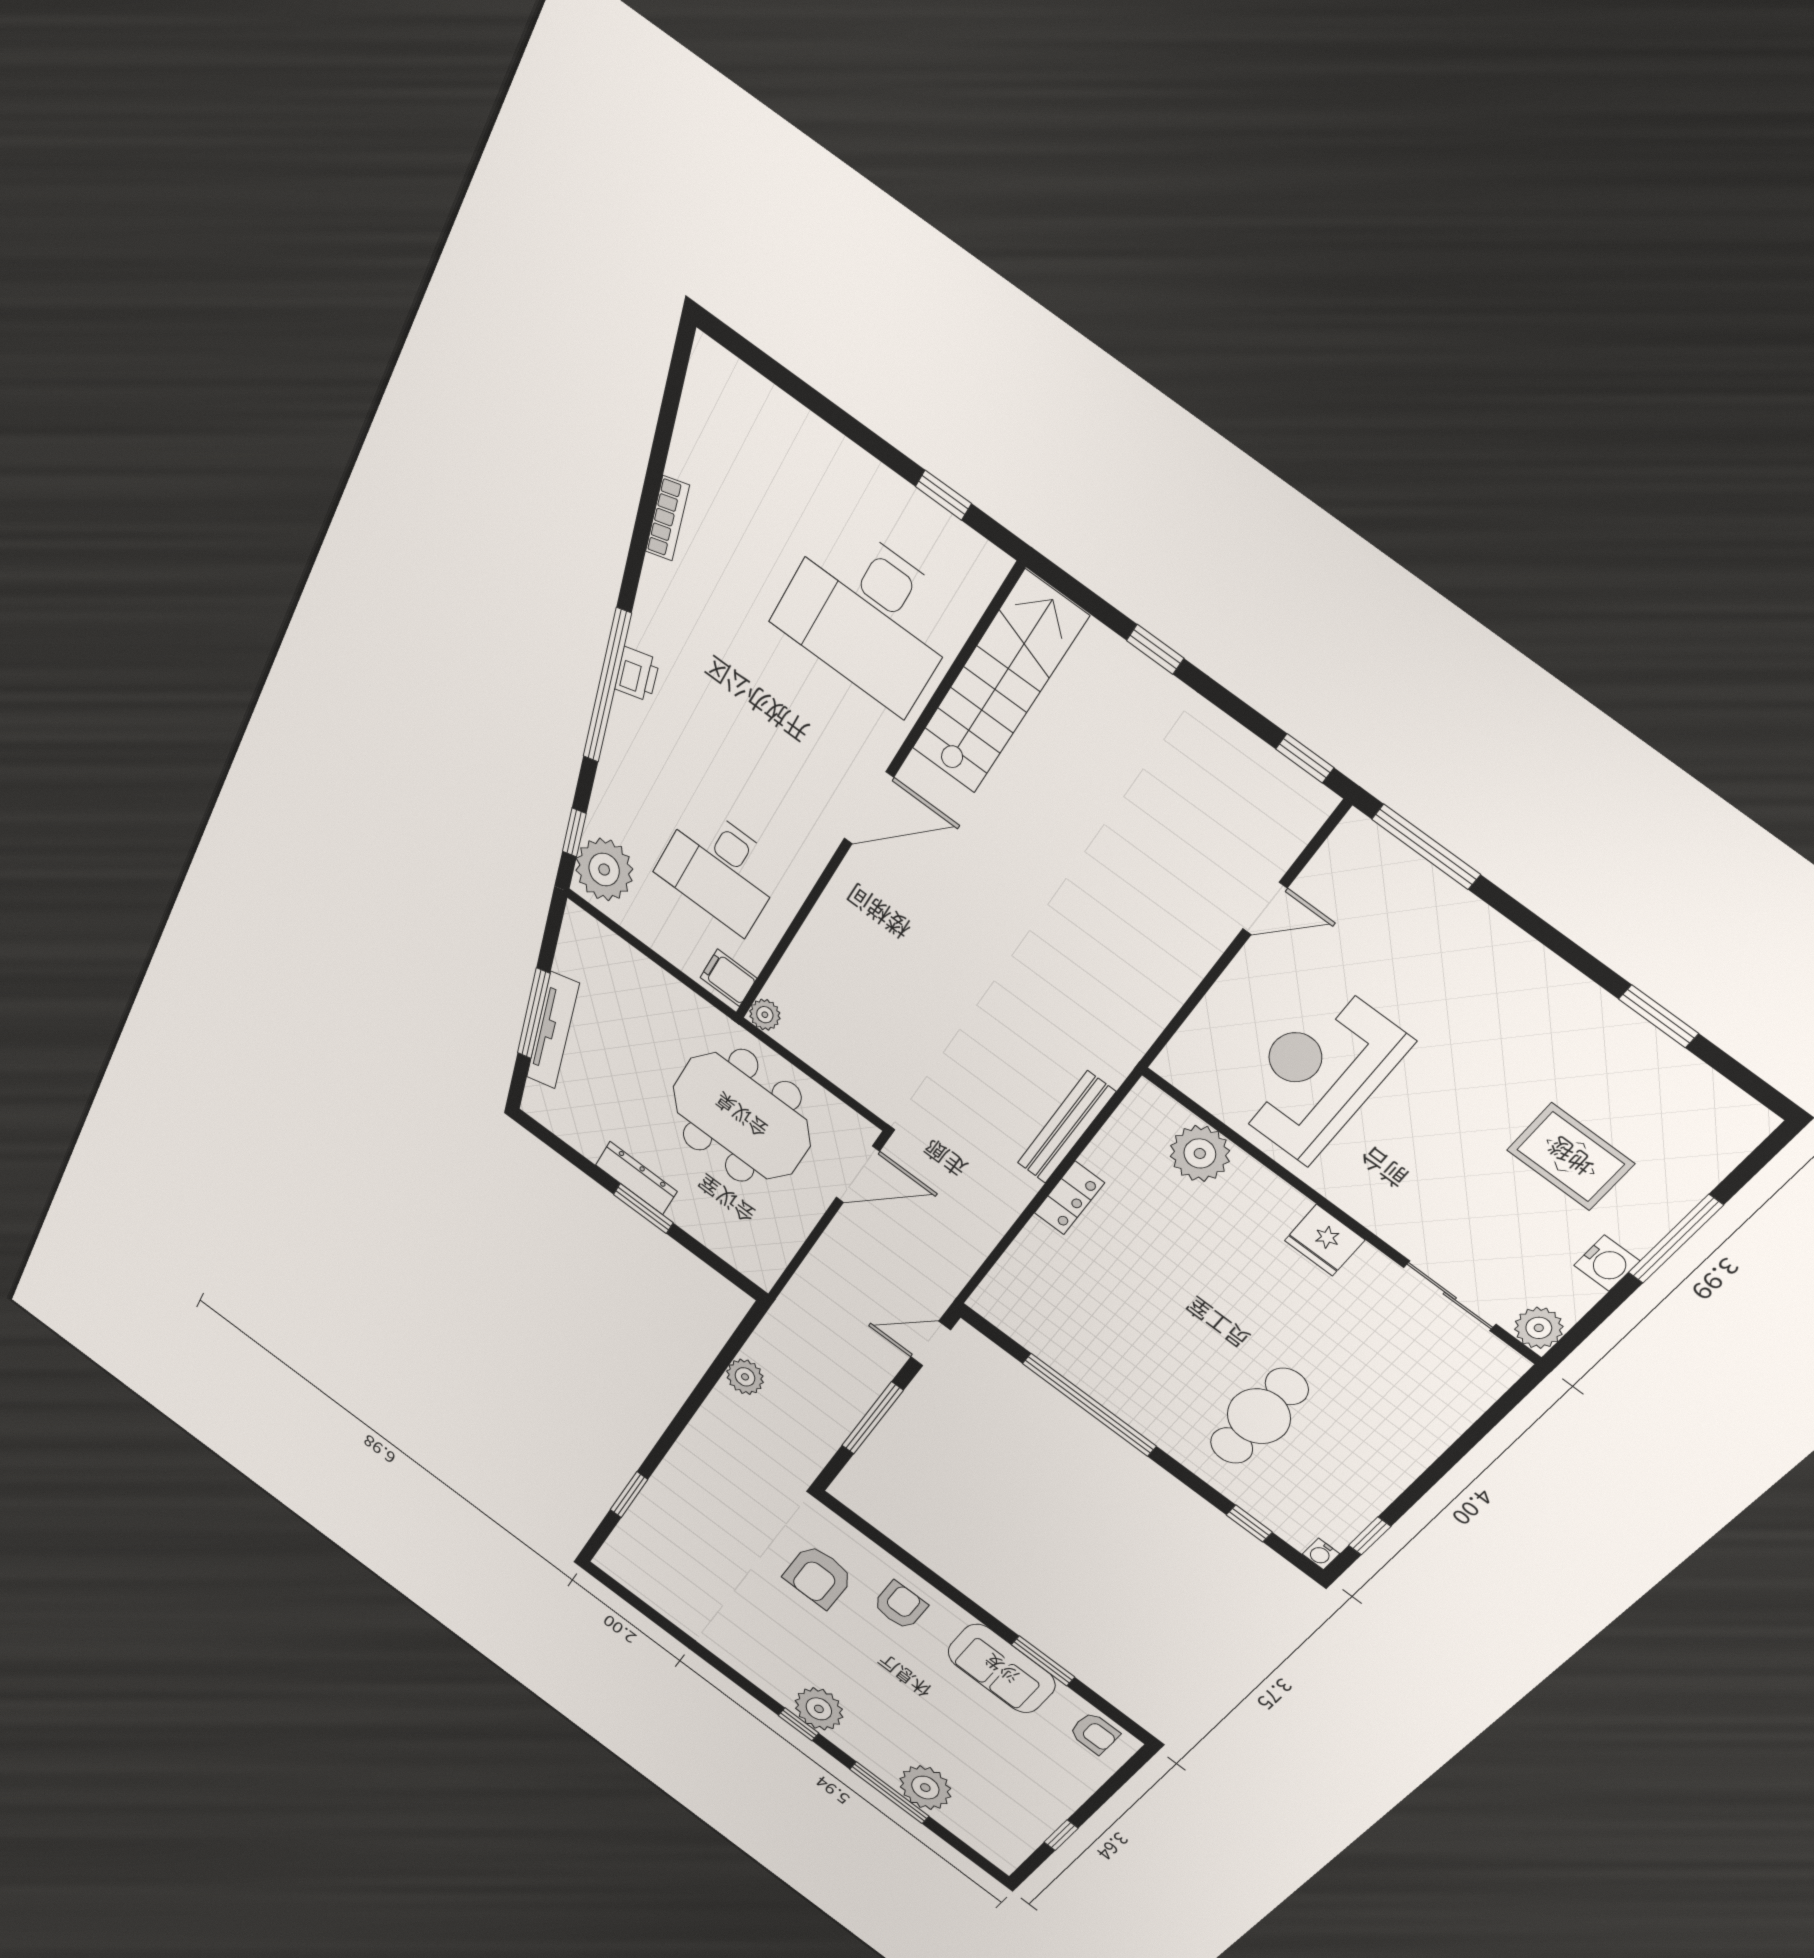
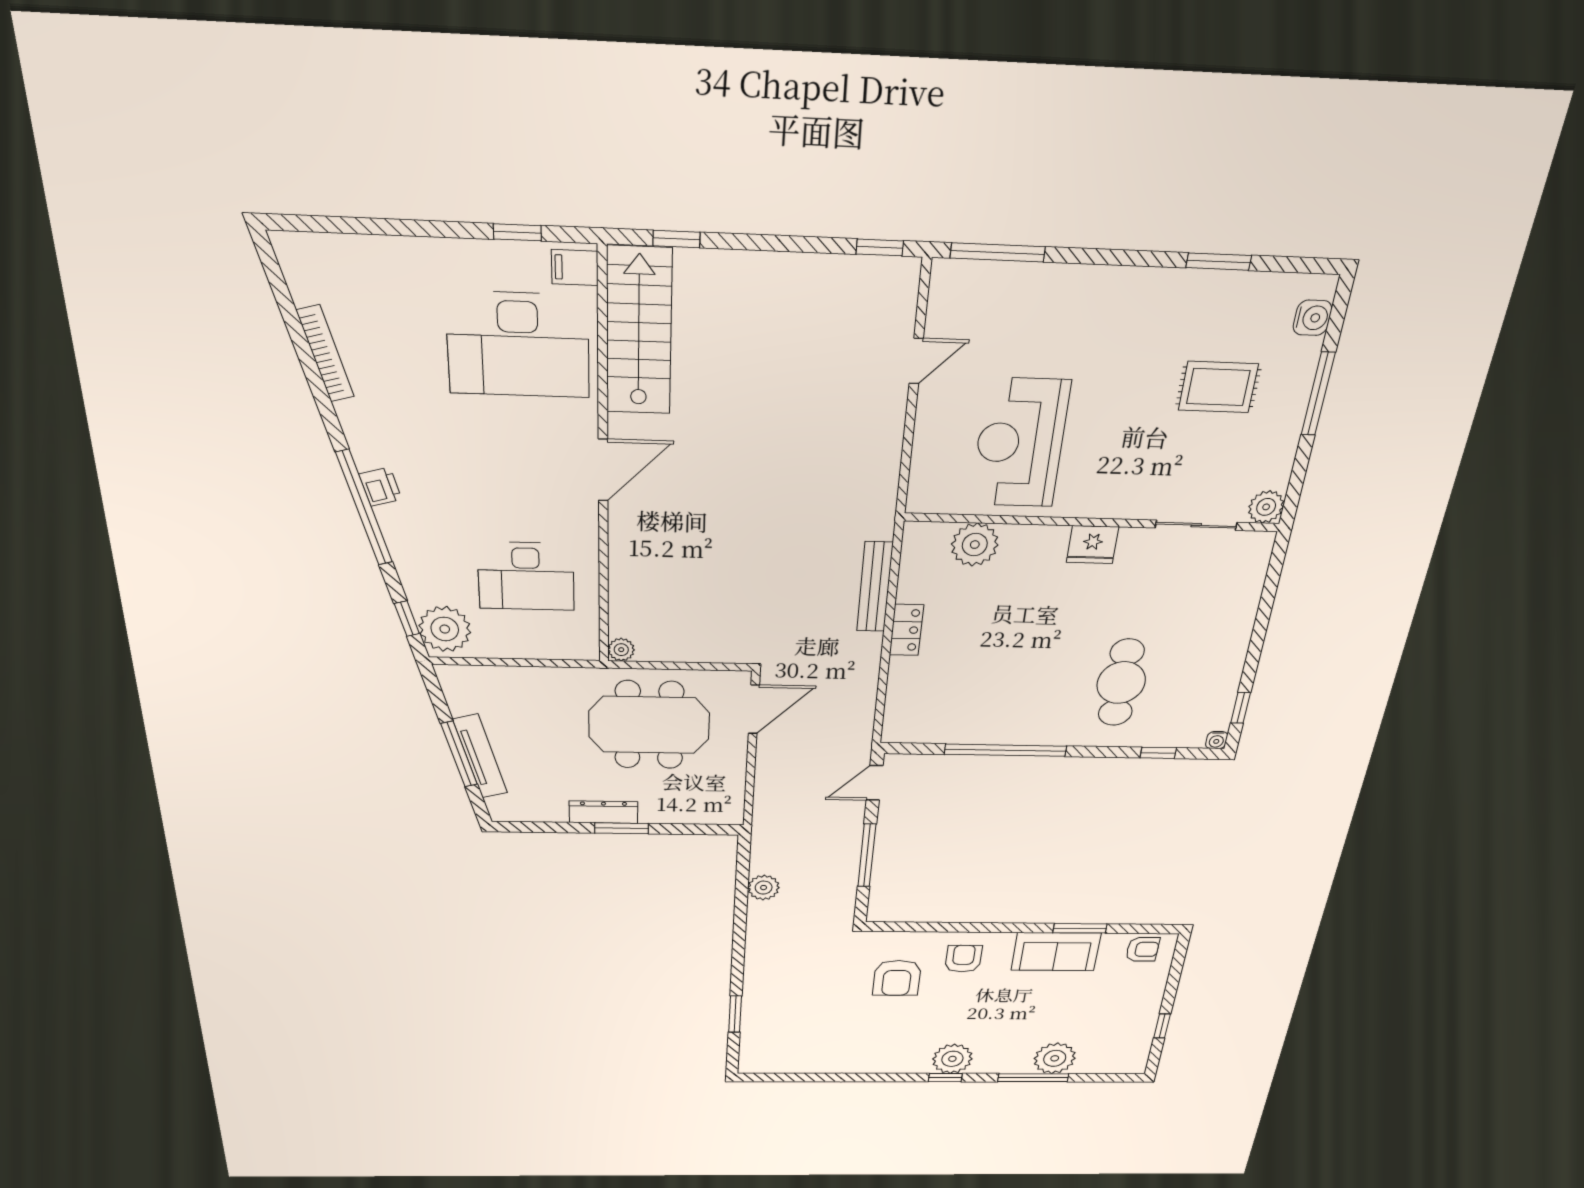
bookcase: (667, 518) -> (325, 354), width x1.56
window: (1155, 649) -> (677, 239), moved
filing cabinet: (729, 978) -> (575, 268), moved
water cooler: (1607, 1263) -> (1312, 318), moved

